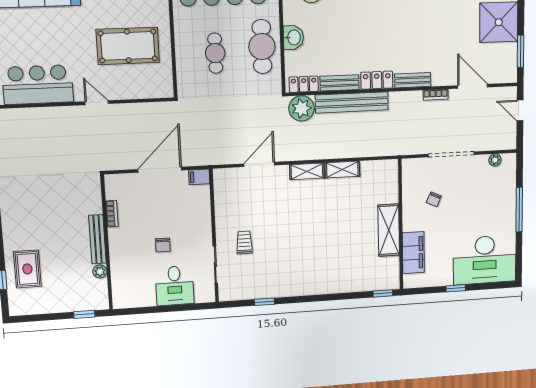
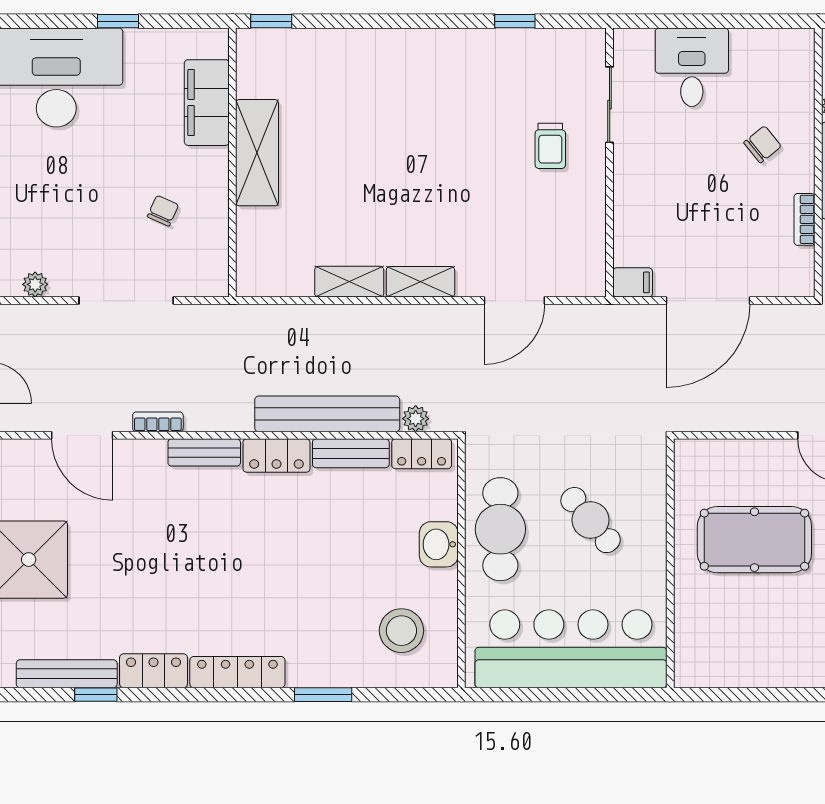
cafe table: (215, 53) -> (591, 520), turned -40
plant: (302, 108) -> (416, 419), width x0.53, depth x0.53
chair: (163, 245) -> (762, 144), moved, turned 51

